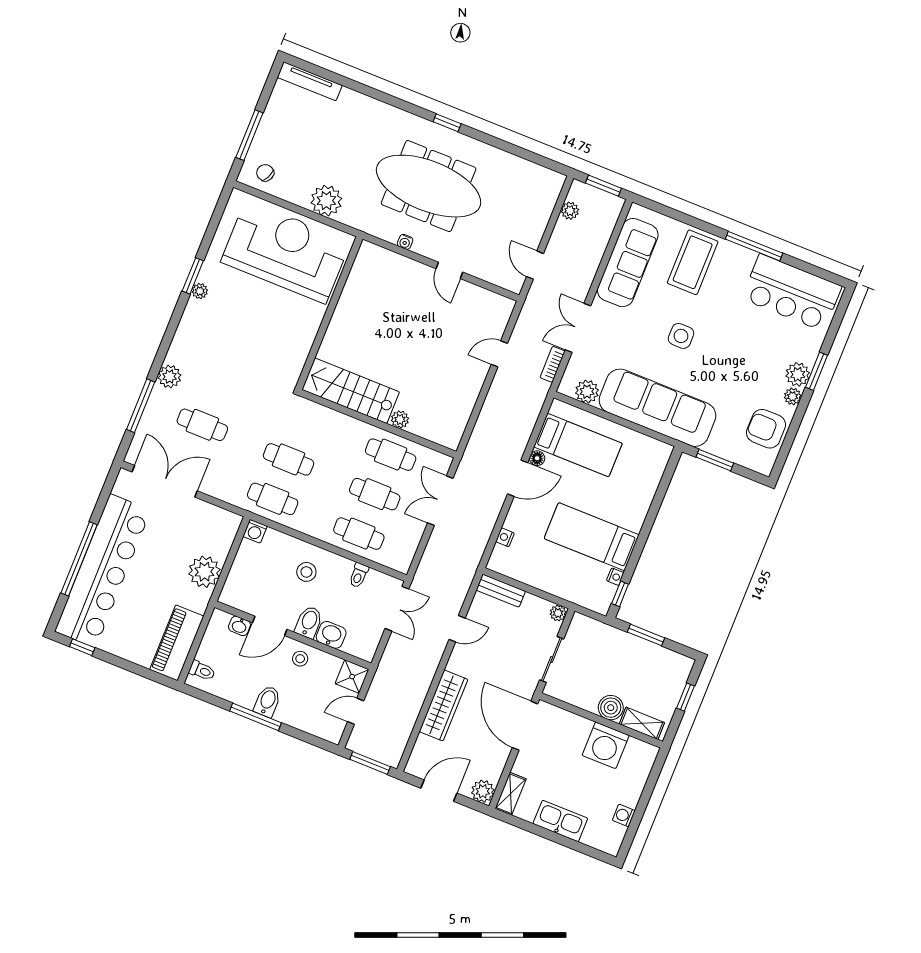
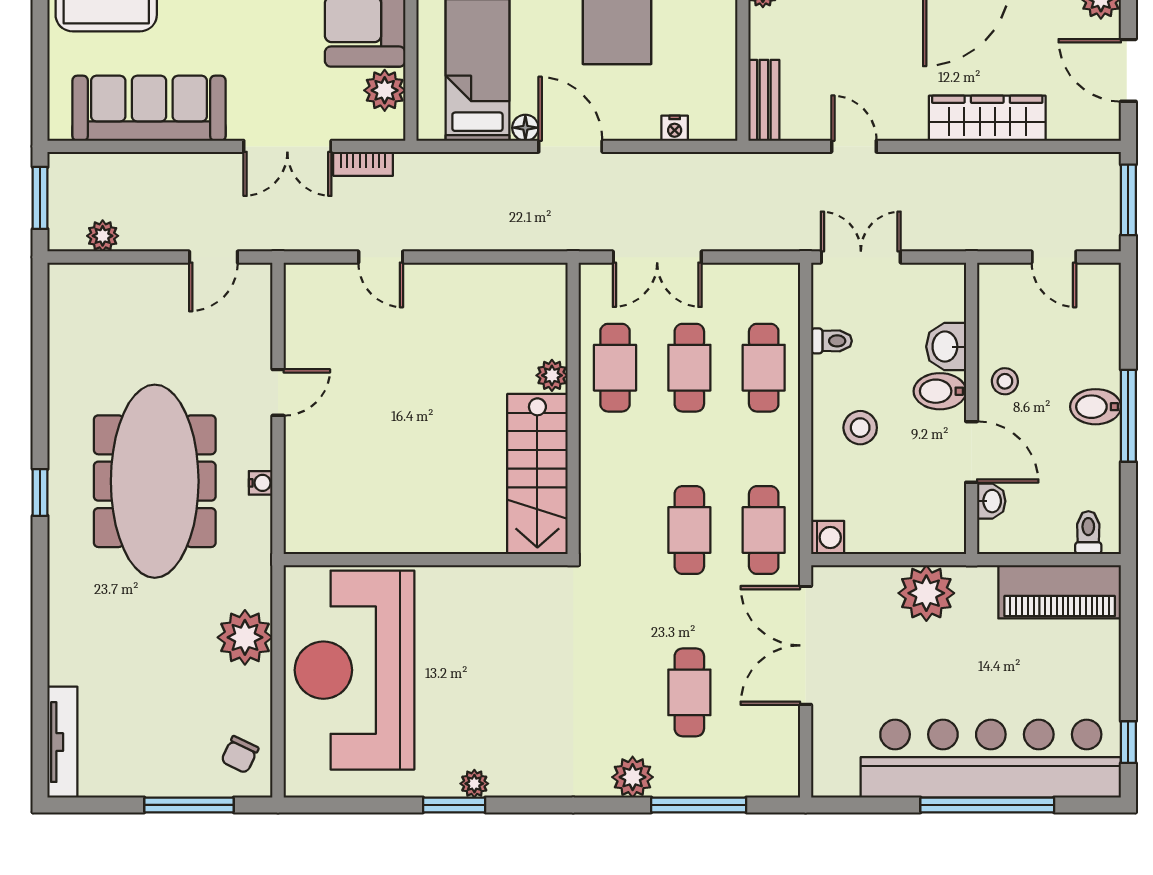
double door: (165, 481) -> (806, 645), moved
shower: (352, 677) -> (1000, 285), removed

